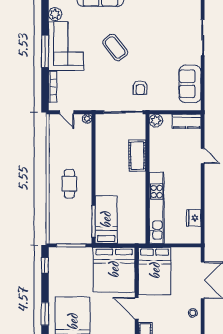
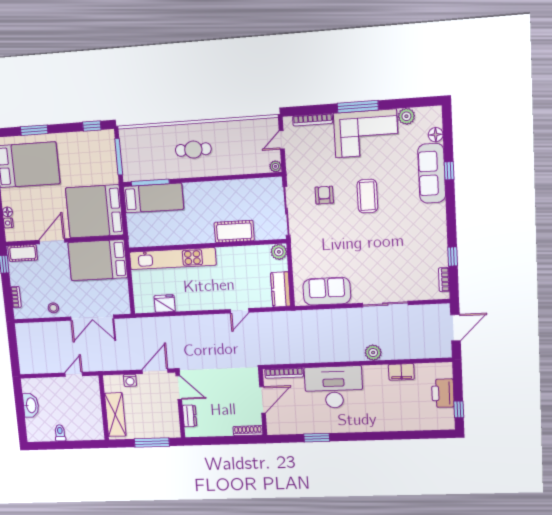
coffee table: (115, 47) -> (367, 196), turned -52
armchair: (140, 88) -> (324, 195), moved, turned 90

